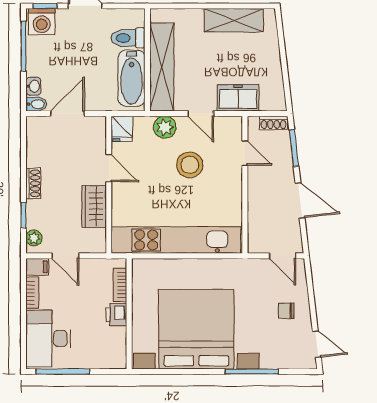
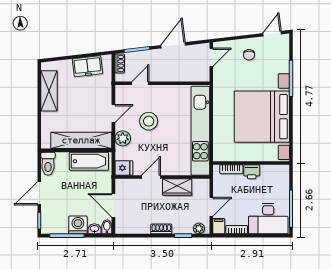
washing machine: (42, 22) -> (78, 225), moved, turned -90
toilet: (128, 38) -> (48, 164), moved
freezer: (238, 98) -> (87, 66), moved, turned -97

